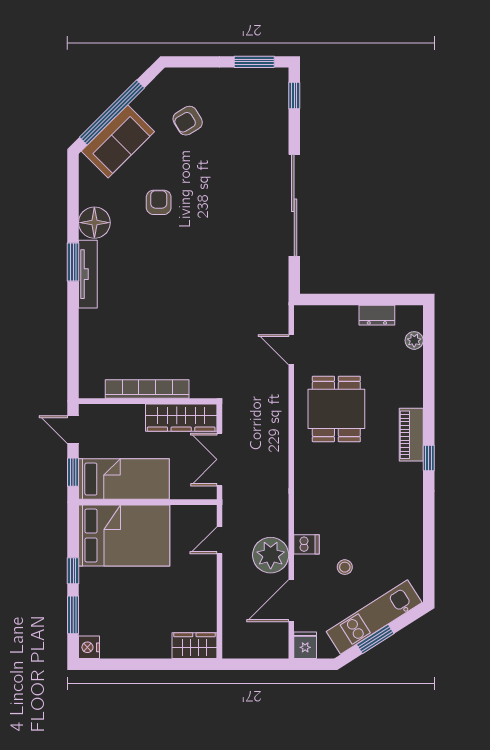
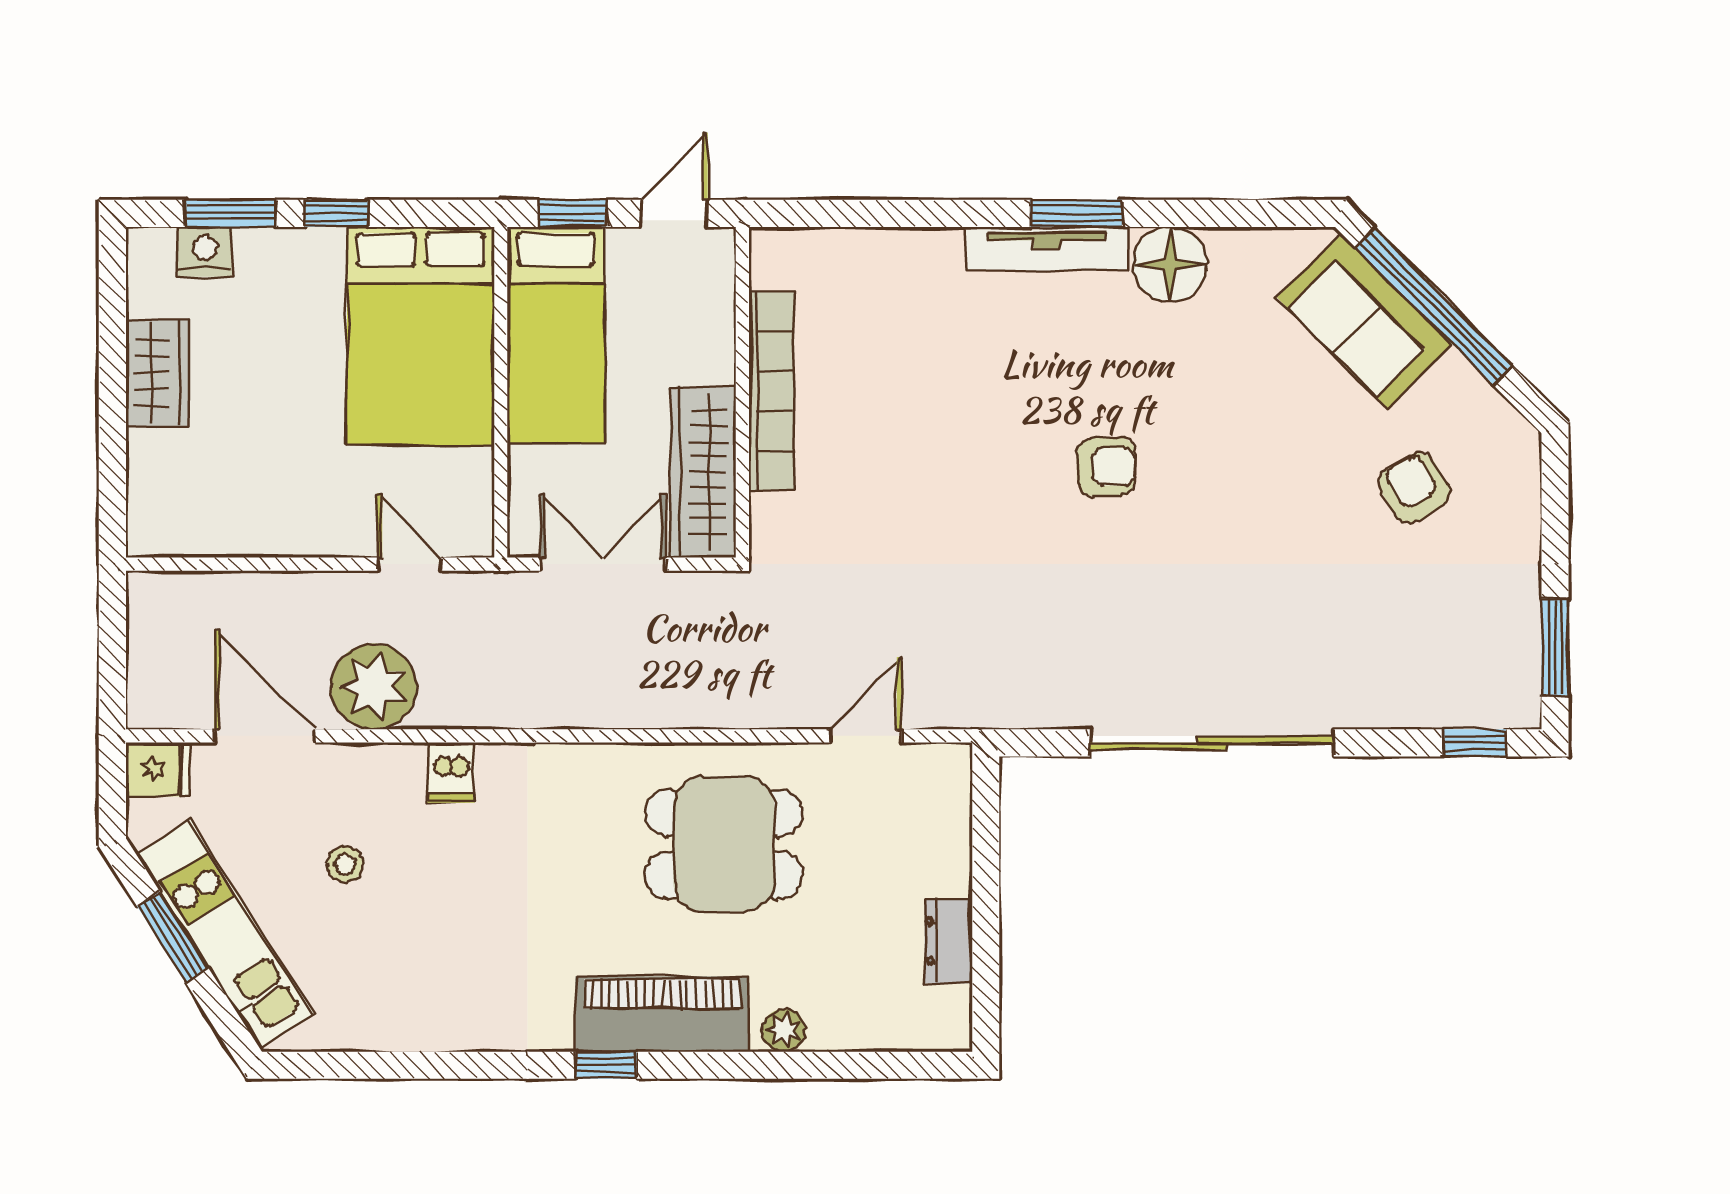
armchair: (159, 202) -> (1106, 467), moved
plant: (414, 340) -> (784, 1030), moved
piano: (411, 435) -> (662, 1014), width x1.37, depth x1.33
dishwasher: (307, 544) -> (451, 772), moved
wardrobe: (194, 646) -> (157, 373), moved
nightstand: (89, 647) -> (205, 252), moved

